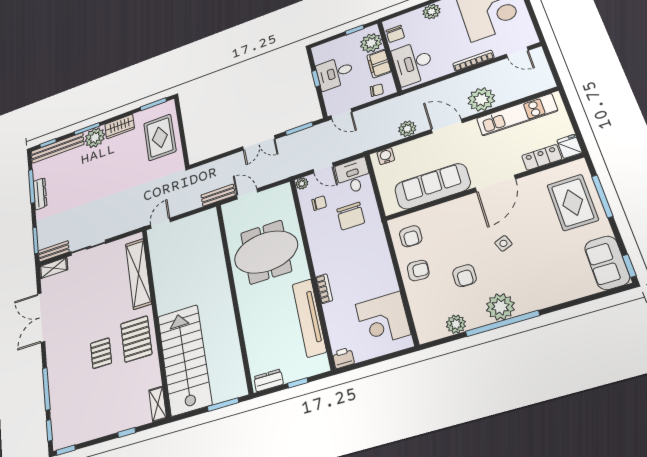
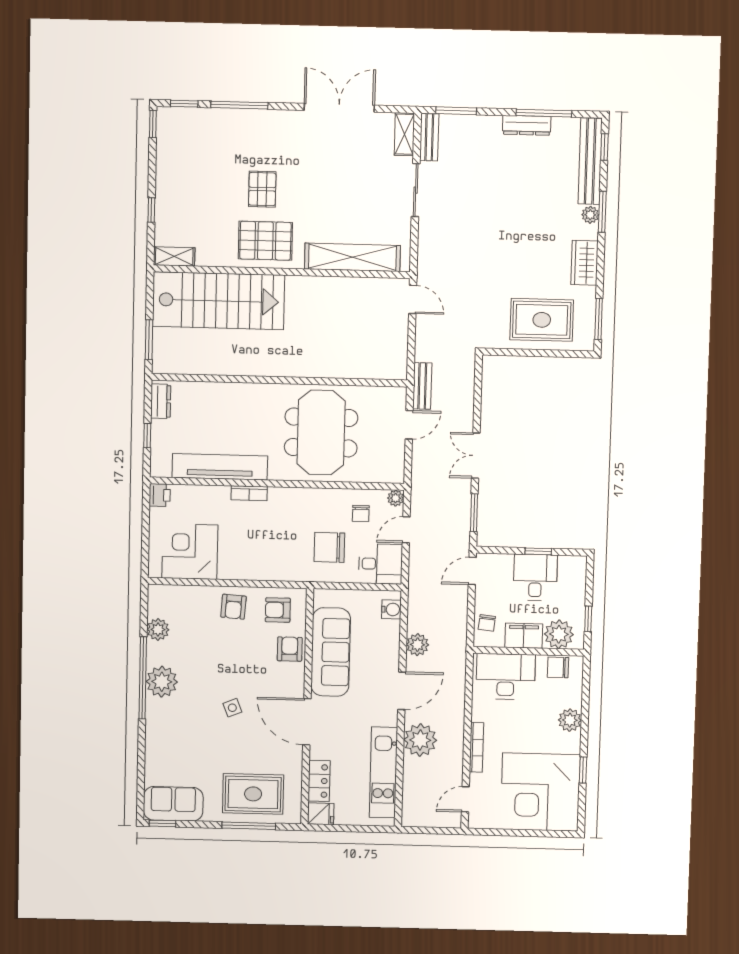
plant: (95, 138) -> (590, 215), width x0.53, depth x0.53
armchair: (465, 276) -> (290, 649), moved, turned 90
pallet: (101, 353) -> (262, 189), turned 90

